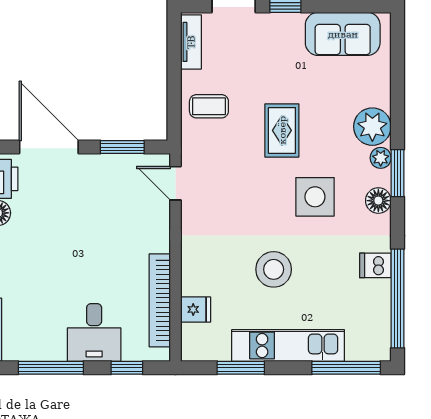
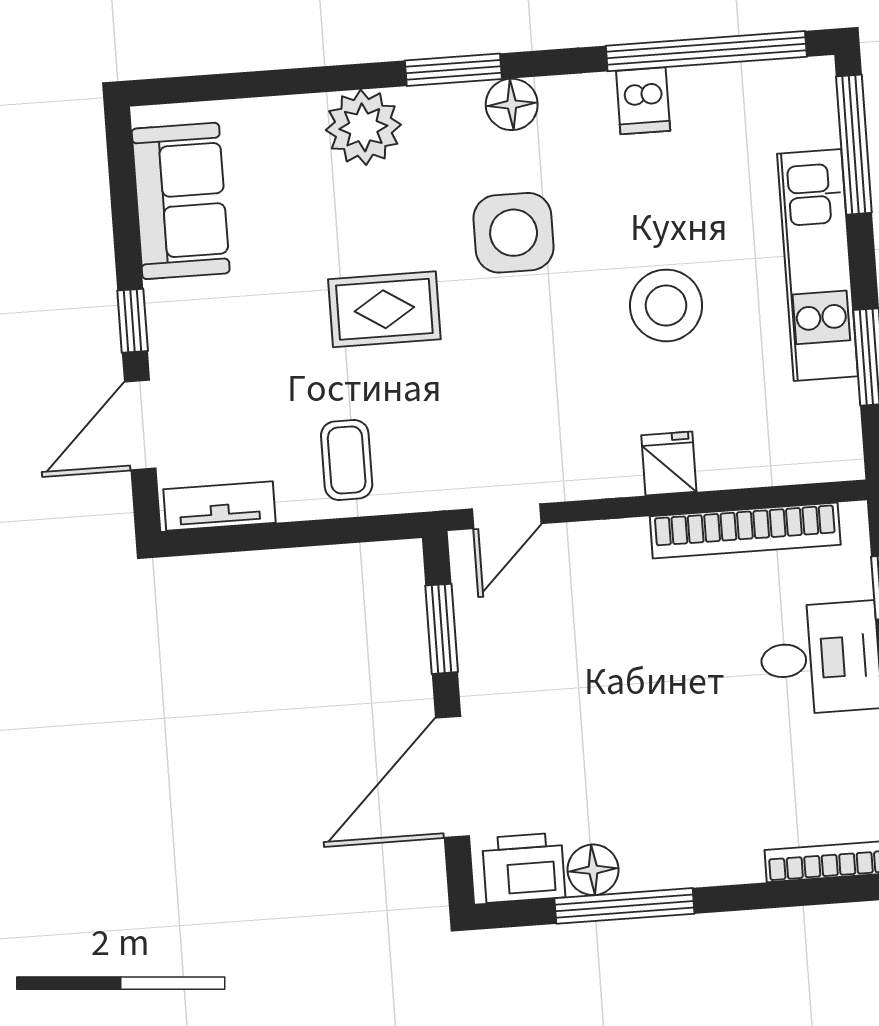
plant: (381, 158) -> (425, 106), removed
fridge: (196, 309) -> (669, 464), moved

